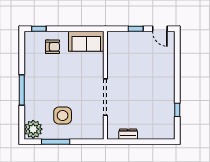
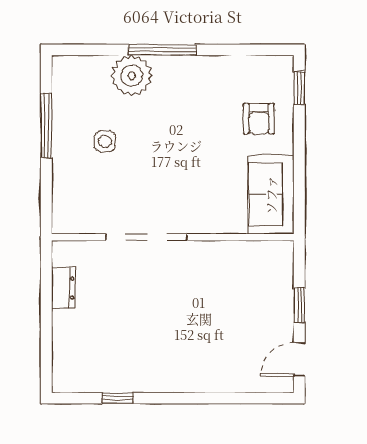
side table: (63, 115) -> (105, 141), width x0.54, depth x0.54
plant: (33, 129) -> (132, 76), moved

